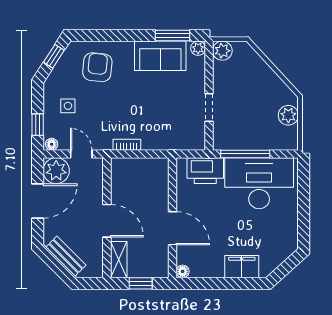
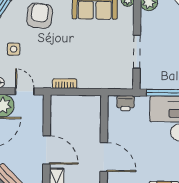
doorway: (209, 107) -> (137, 52), width x1.38
printer: (205, 171) -> (125, 103), width x0.53, depth x0.68

